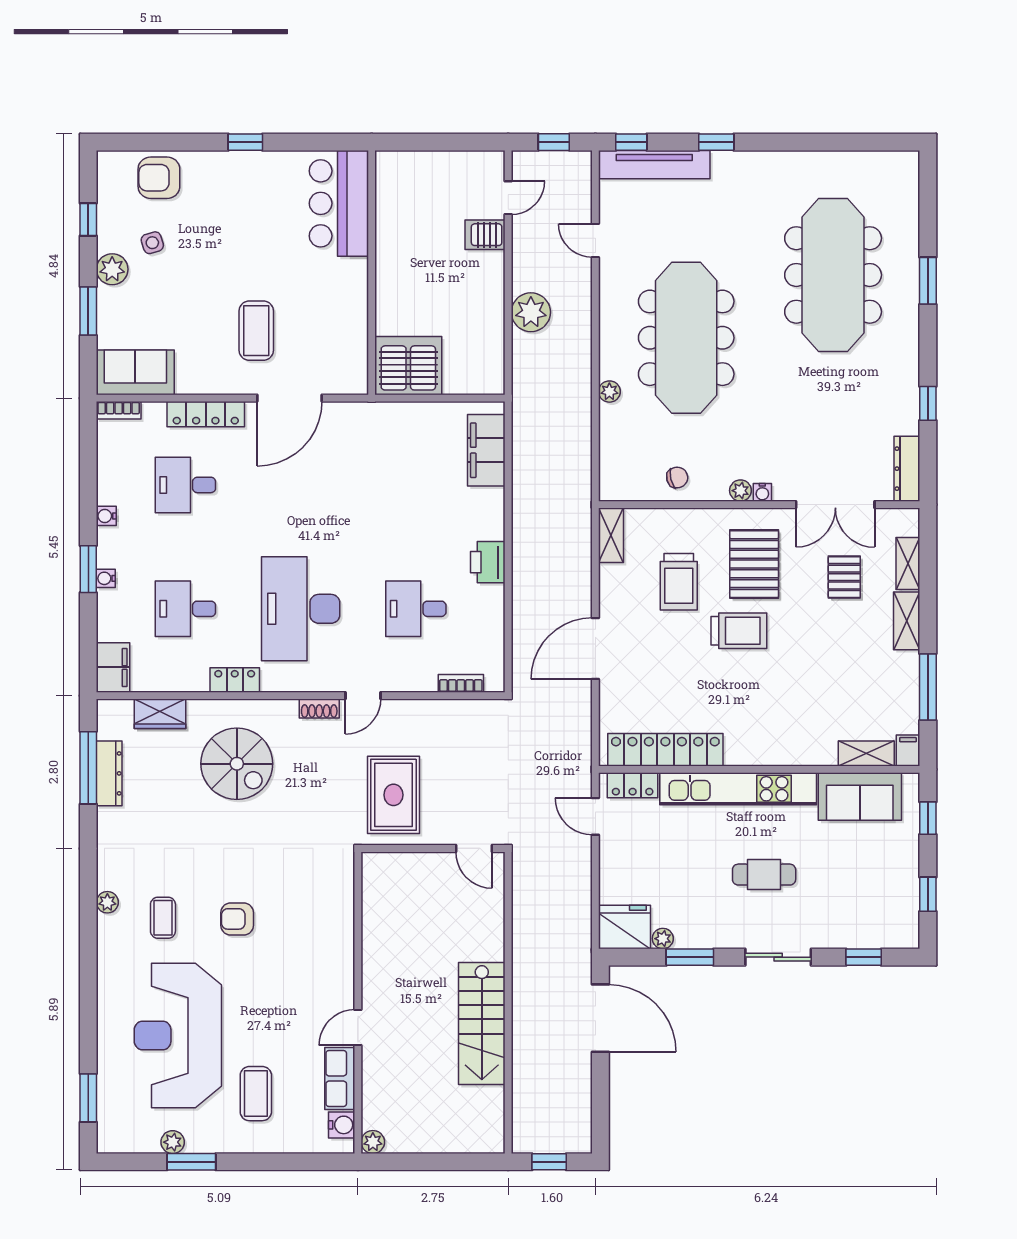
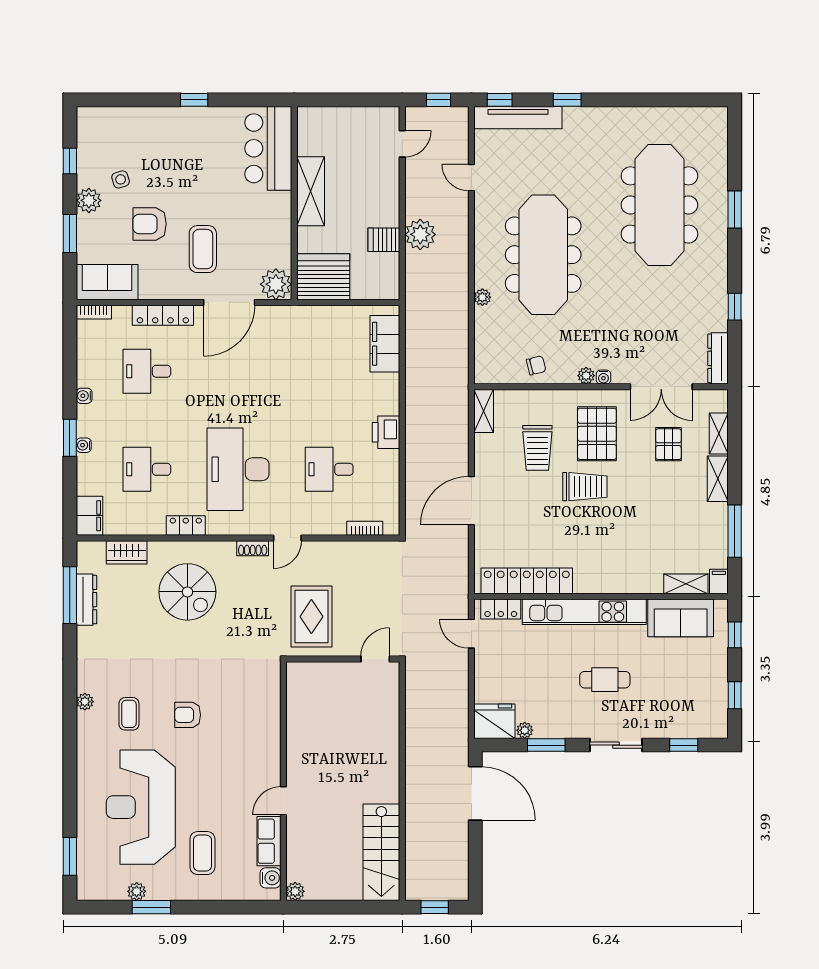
armchair: (159, 178) -> (150, 224), moved
server rack: (485, 235) -> (384, 240), moved
shelving: (392, 258) -> (311, 191), added
plant: (349, 375) -> (276, 284), added
door: (474, 848) -> (375, 659), swing flipped
stairs: (482, 1023) -> (381, 852), moved

